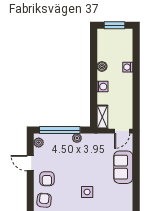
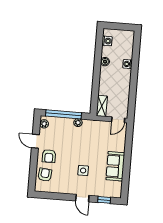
window: (115, 25) -> (119, 26), removed
washing machine: (102, 87) -> (107, 41), moved
sofa: (123, 167) -> (115, 166), moved

